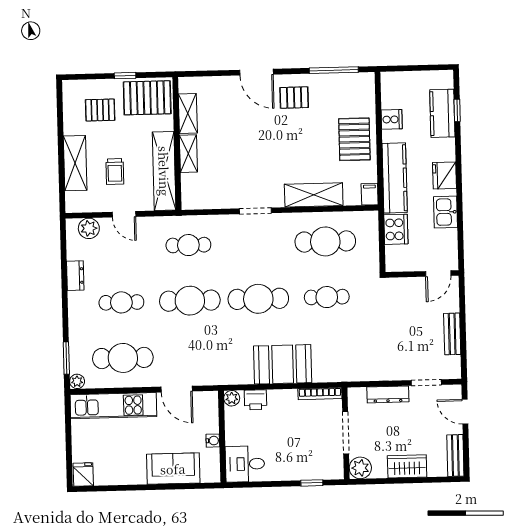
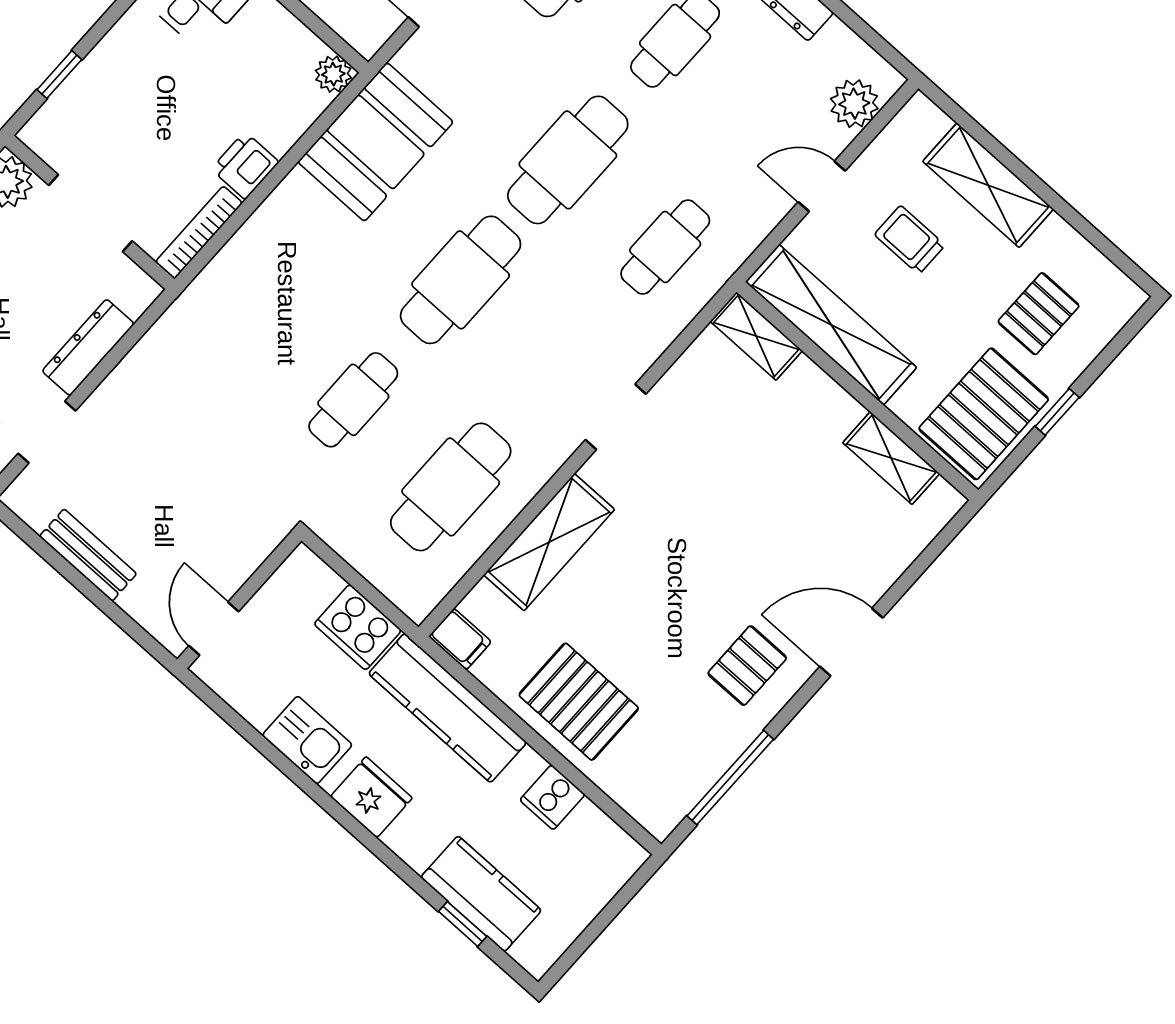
shelving: (188, 154) -> (756, 336), moved
booth: (283, 364) -> (376, 142), moved
printer: (255, 400) -> (245, 166), moved

